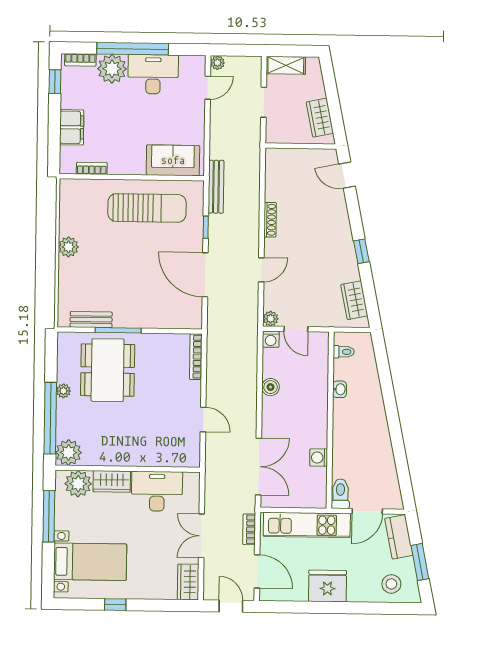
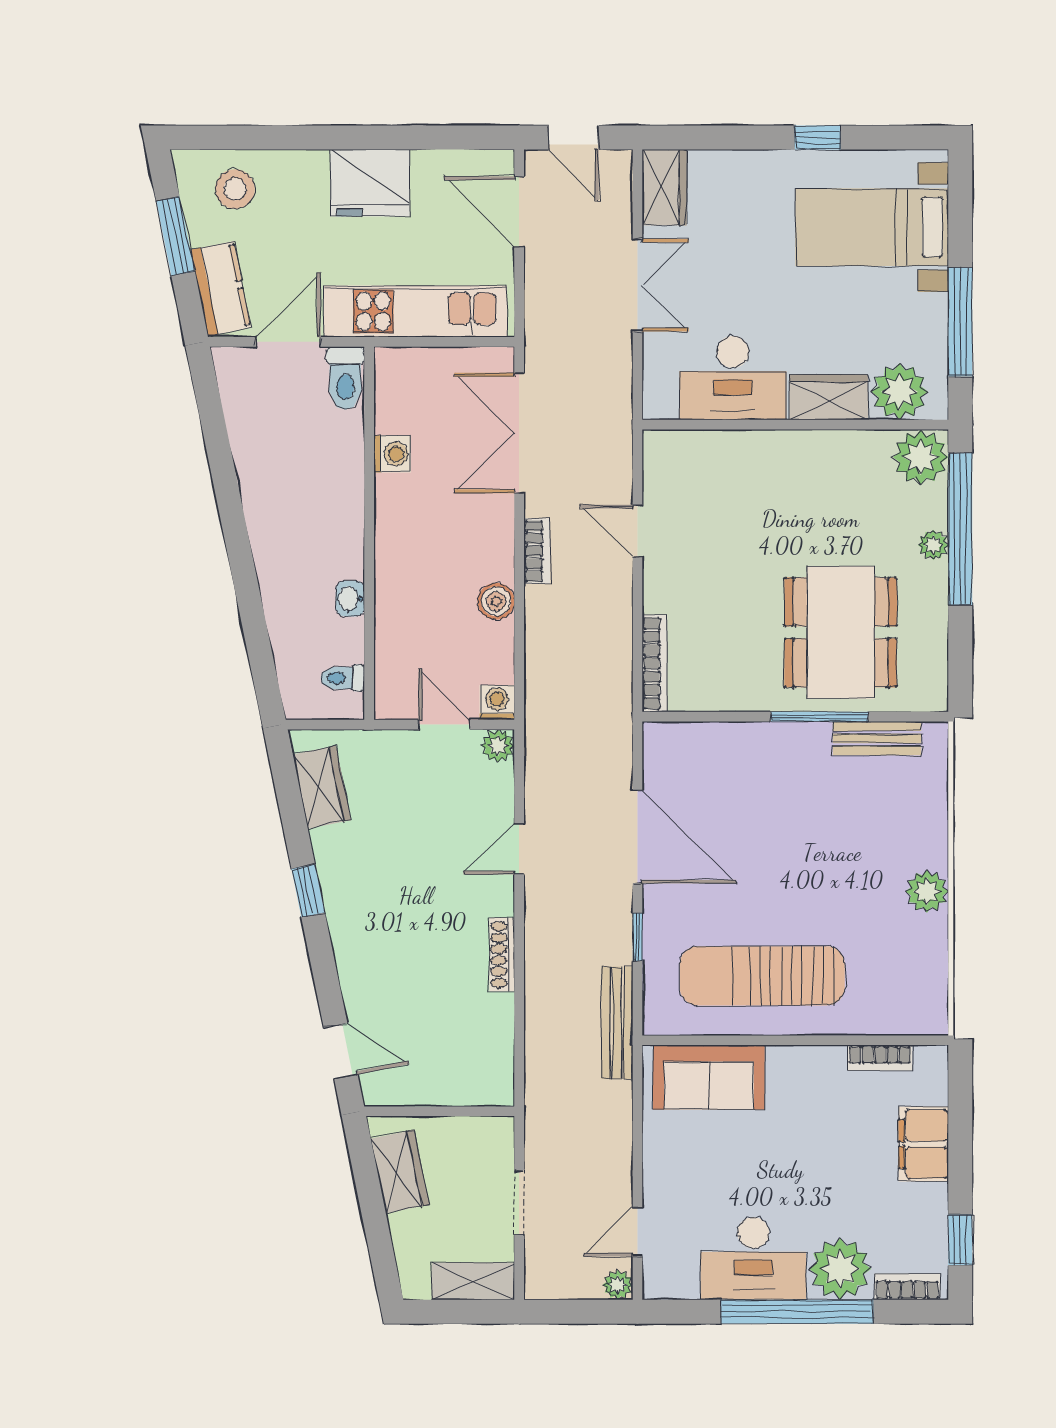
plant: (63, 391) -> (933, 545), moved
bookcase: (249, 529) -> (537, 551), moved

